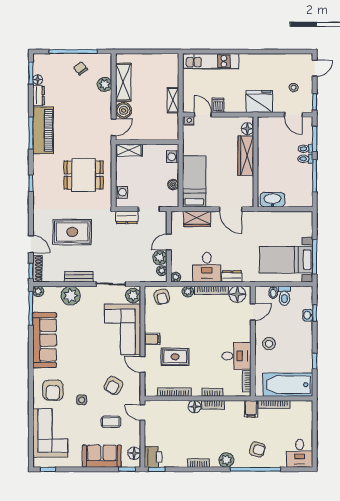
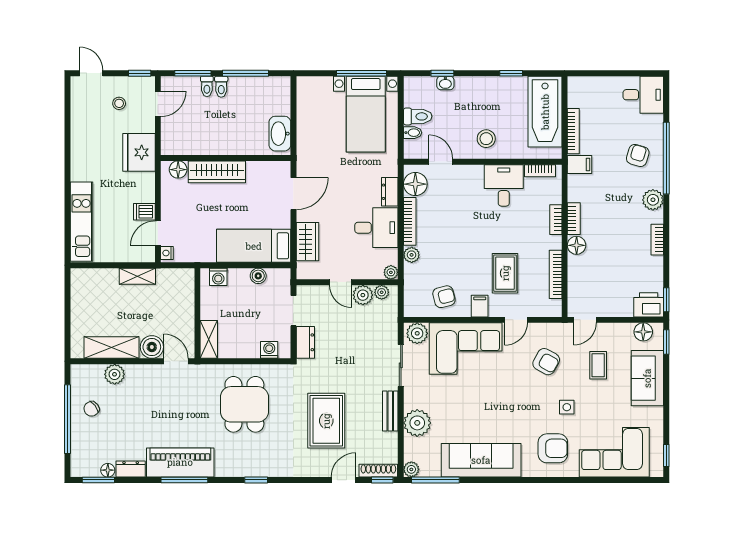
armchair: (162, 297) -> (444, 297), moved

